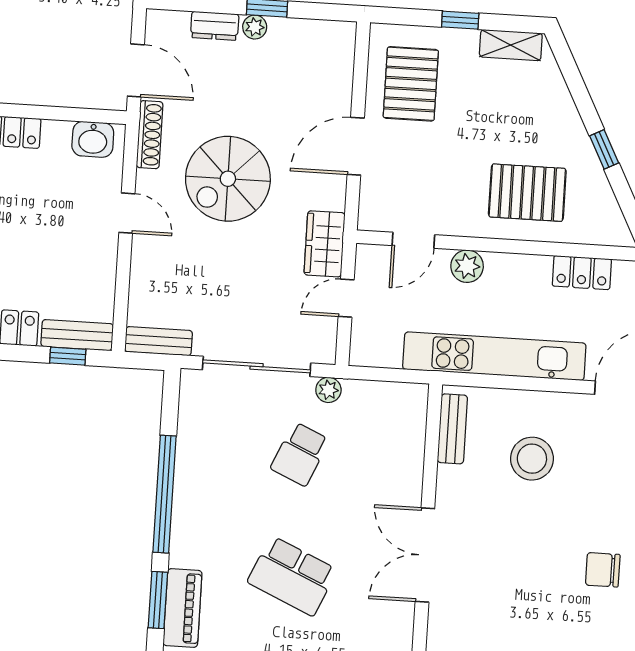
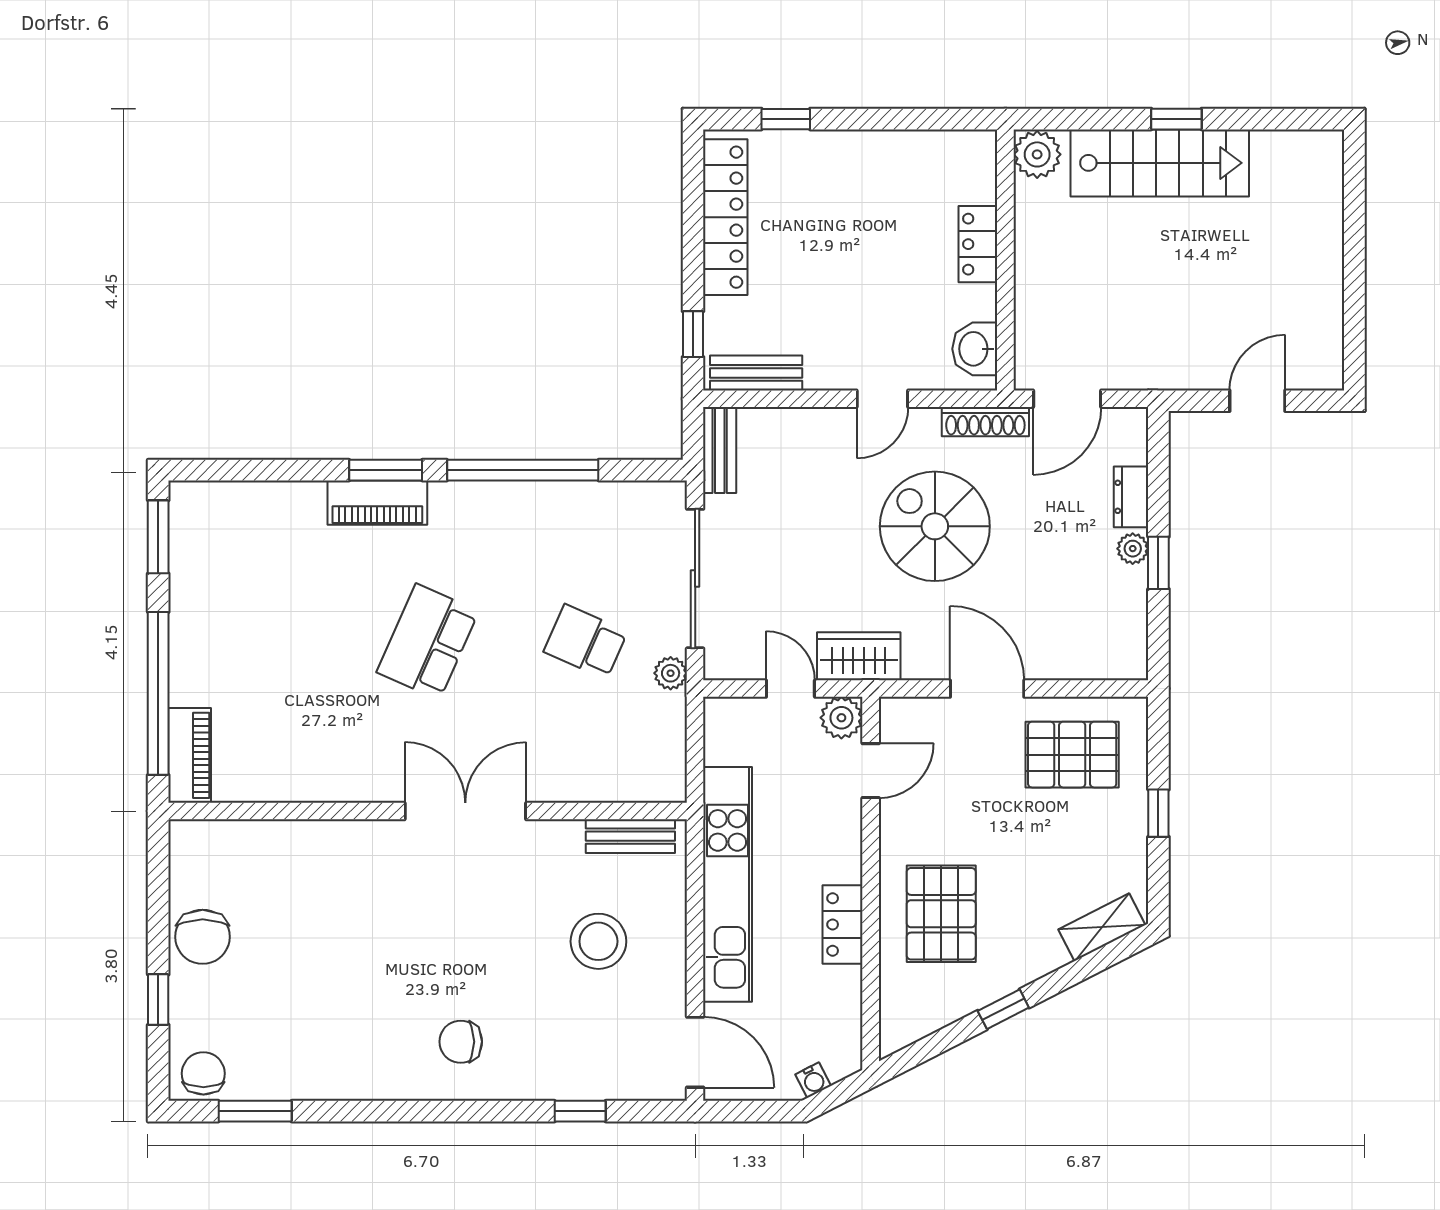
shelving: (511, 45) -> (1102, 927), moved, turned 63
door: (413, 240) -> (871, 771), swing flipped
plant: (467, 266) -> (841, 718), moved
locker: (582, 273) -> (843, 924), moved
bench: (77, 335) -> (756, 373), moved, turned 90
chair: (603, 570) -> (461, 1042), turned -90

